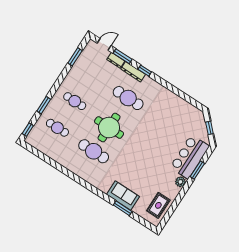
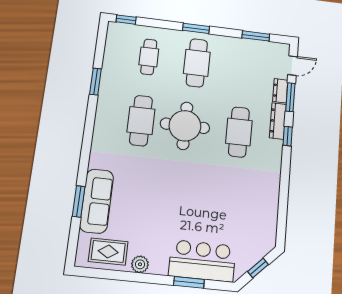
door: (104, 44) -> (293, 66), hinge flipped
cafe table: (75, 101) -> (197, 63), width x1.37, depth x1.35
window: (44, 105) -> (196, 28), moved
window: (58, 166) -> (95, 82), added
plant: (180, 182) -> (140, 264), moved
sofa: (123, 196) -> (97, 201), width x1.36

